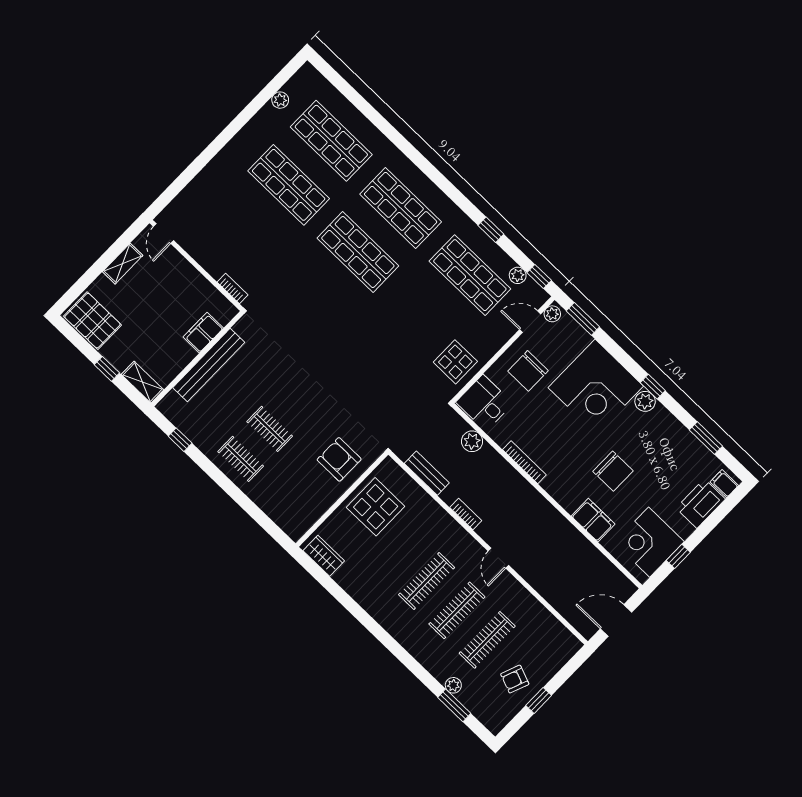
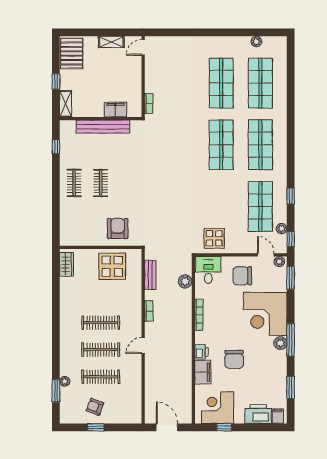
window: (653, 387) -> (291, 340), width x2.17
printer: (569, 500) -> (201, 352), added

